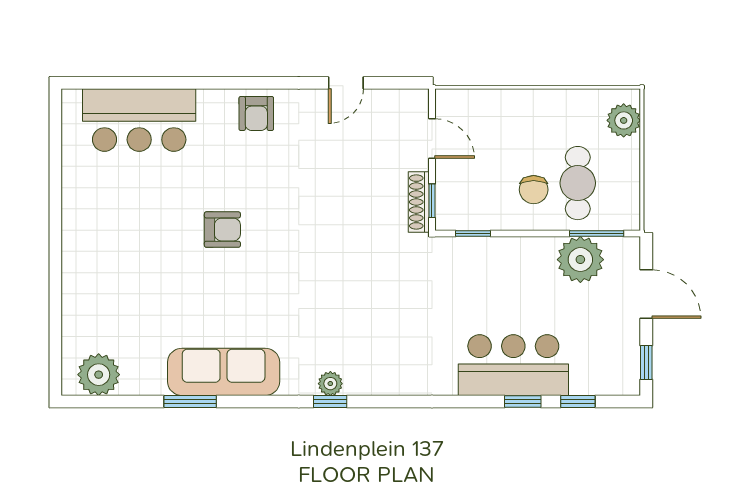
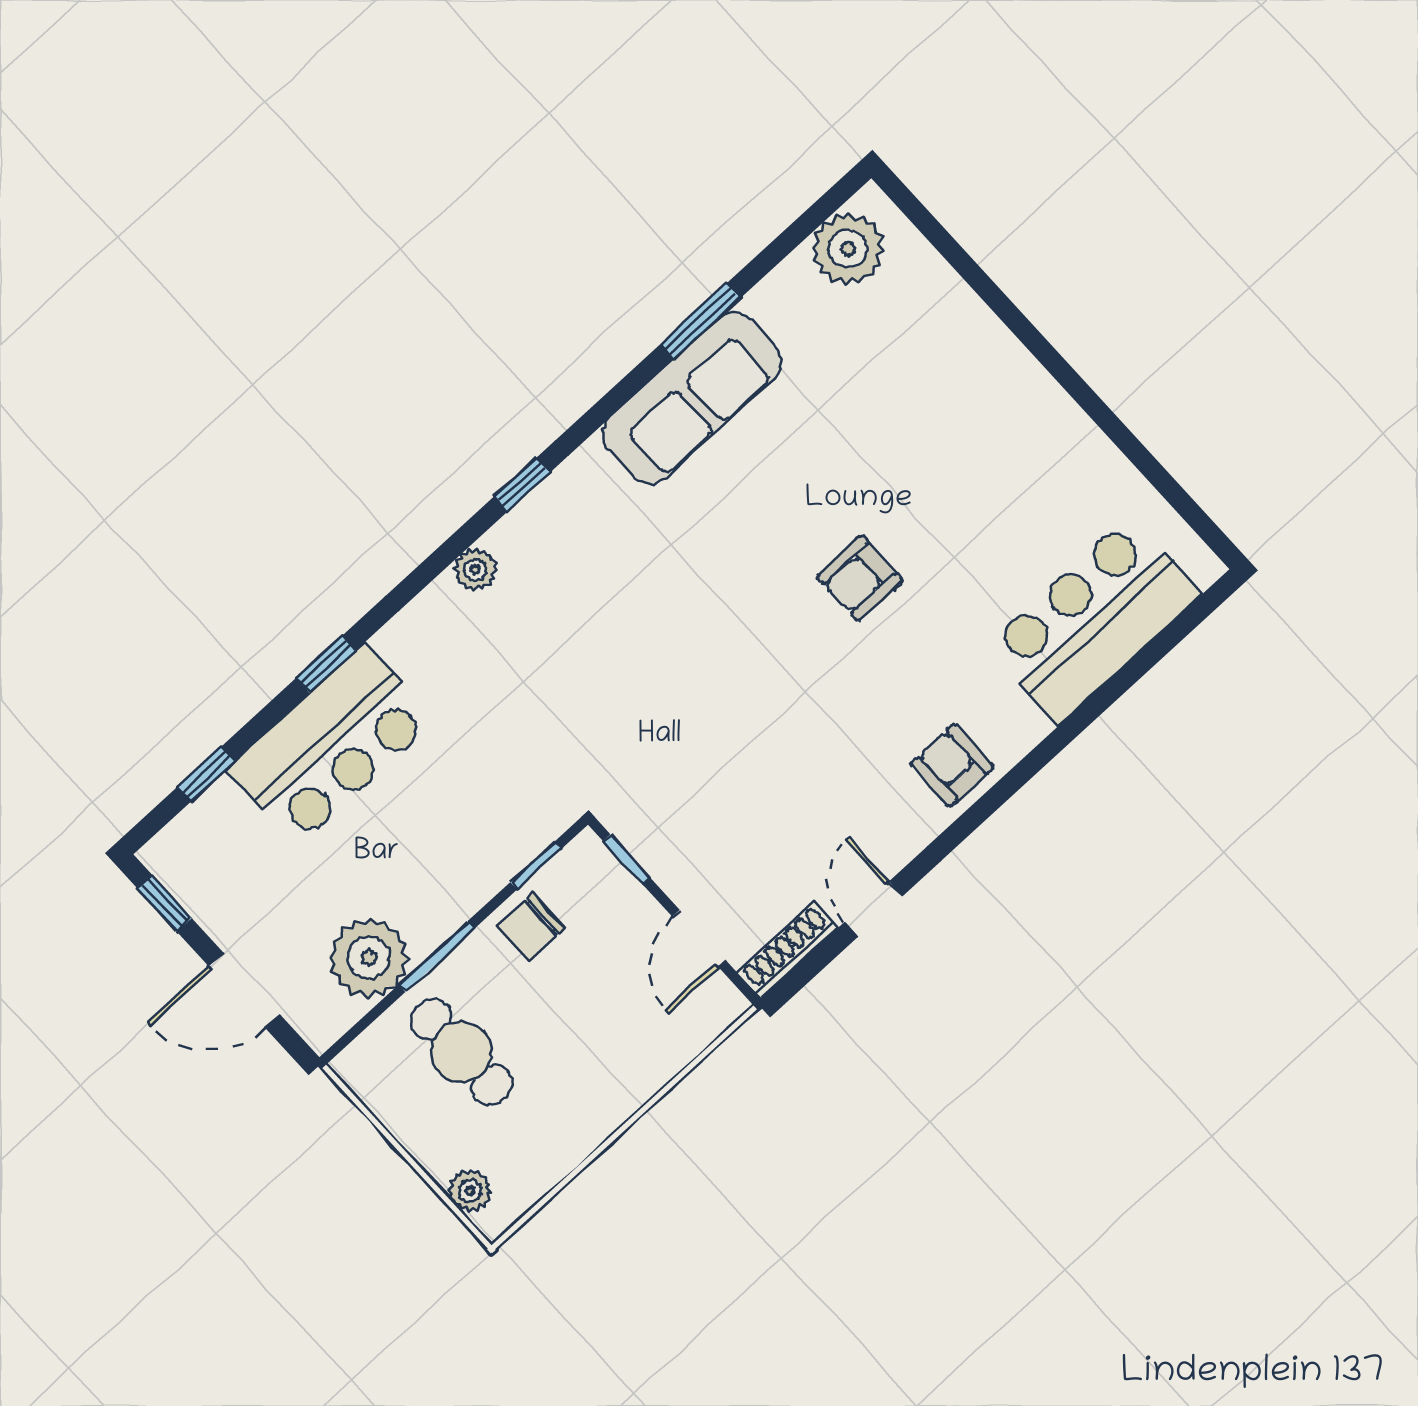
plant: (624, 120) -> (470, 1191), width x0.73, depth x0.73
door: (432, 139) -> (699, 938), hinge flipped
chair: (534, 190) -> (531, 927), moved, turned -90
shoe rack: (419, 202) -> (788, 950), moved, turned -90
window: (597, 233) -> (436, 957), moved
plant: (330, 384) -> (475, 570), moved
window: (523, 401) -> (326, 664), moved

